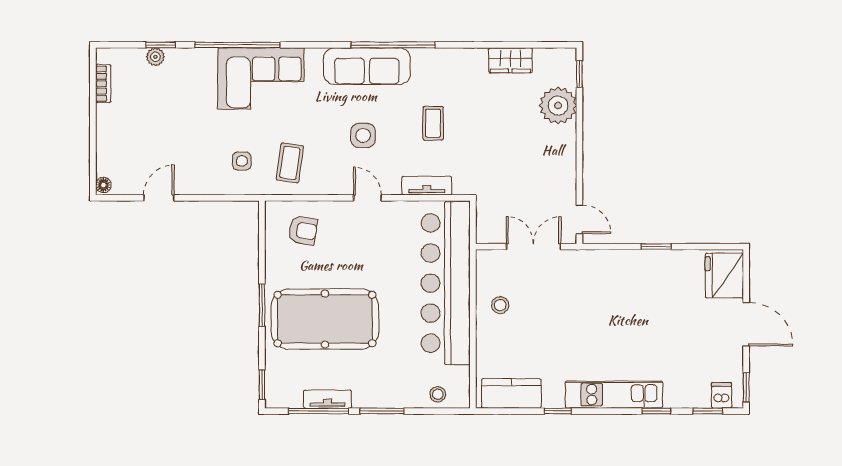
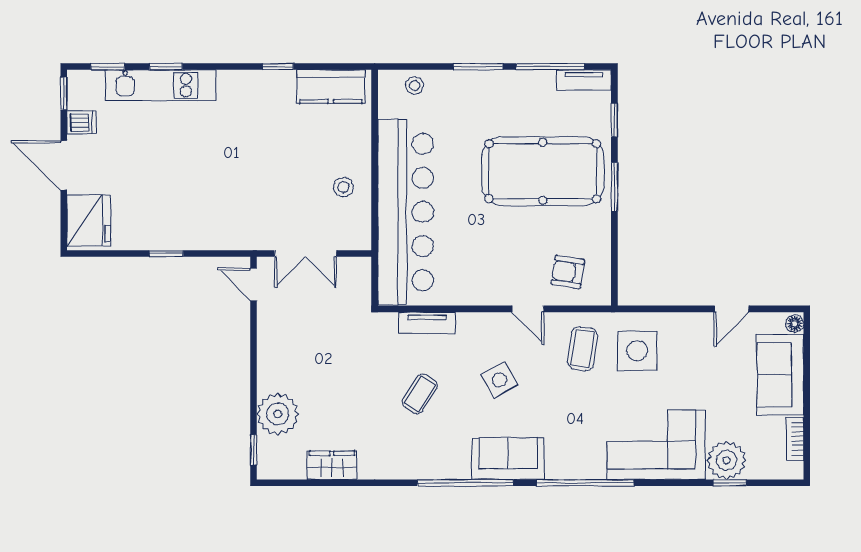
window: (238, 45) -> (585, 483), moved
plant: (155, 57) -> (727, 460), width x1.88, depth x1.88
sofa: (367, 66) -> (508, 459), width x0.73
corner sofa: (261, 78) -> (656, 445), moved
coffee table: (433, 123) -> (420, 394), turned 33
side table: (363, 135) -> (499, 380), turned -30
sofa: (116, 140) -> (780, 375), added
side table: (242, 161) -> (637, 351), width x1.87, depth x1.87
door: (368, 198) -> (528, 309), moved
window: (262, 385) -> (614, 120), moved
kitchen unit: (614, 395) -> (160, 85), moved
dishwasher: (722, 395) -> (82, 122), moved, turned -90
tv unit: (328, 399) -> (584, 80), moved

